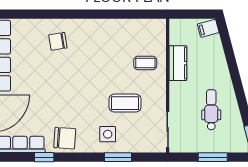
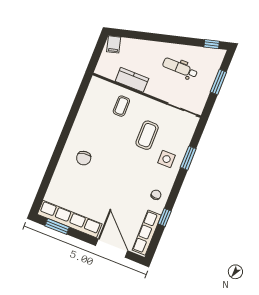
chair: (58, 41) -> (84, 158), moved
chair: (65, 138) -> (156, 195), width x0.54, depth x0.54

